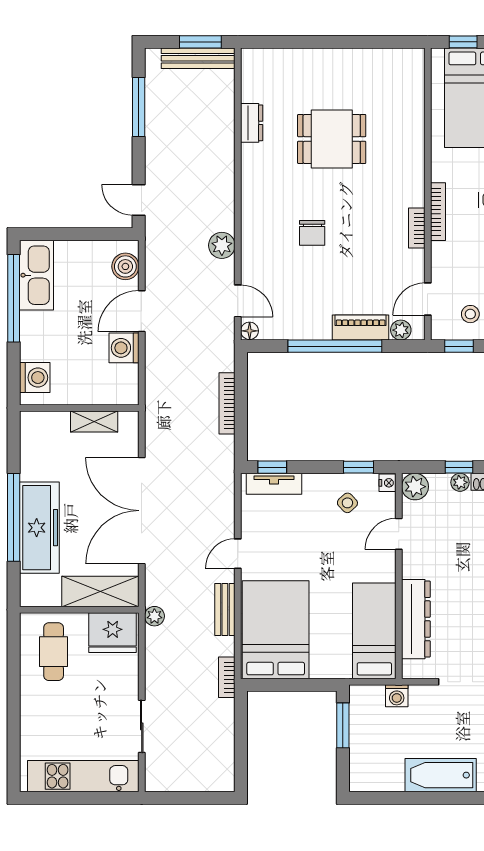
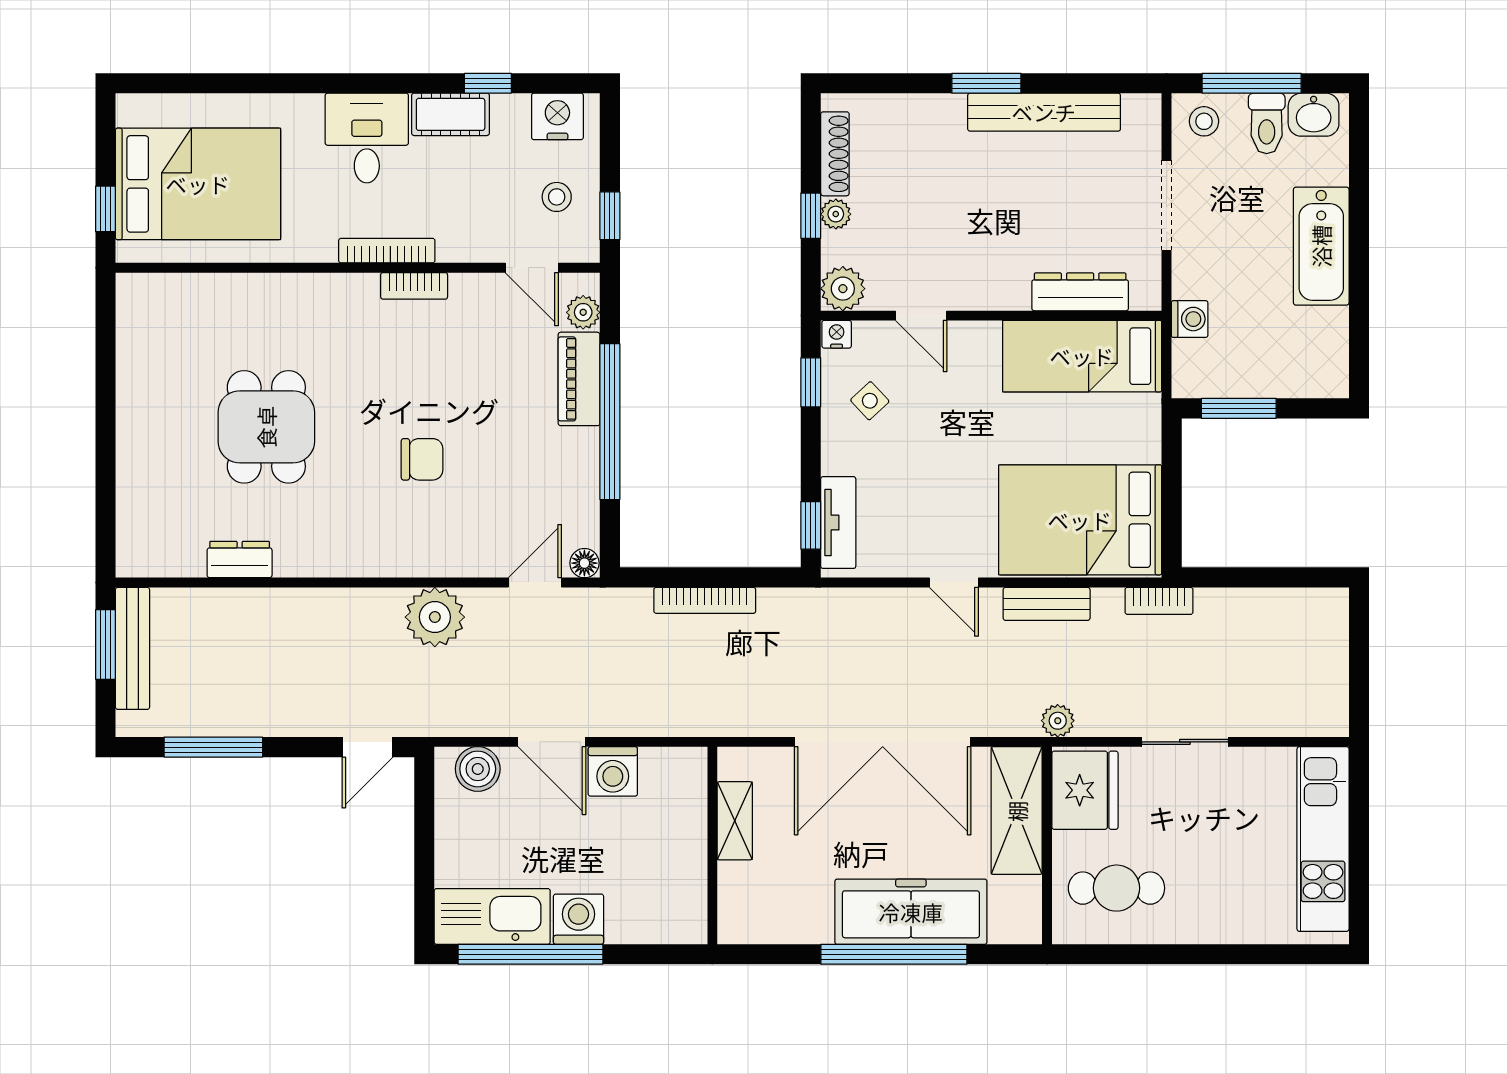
plant: (222, 245) -> (435, 617), width x1.36, depth x1.36
washing machine: (35, 378) -> (579, 919), moved
dresser: (416, 619) -> (1080, 292), width x0.73, depth x0.80
sliding door: (142, 726) -> (1185, 742), moved

